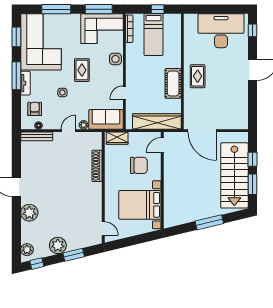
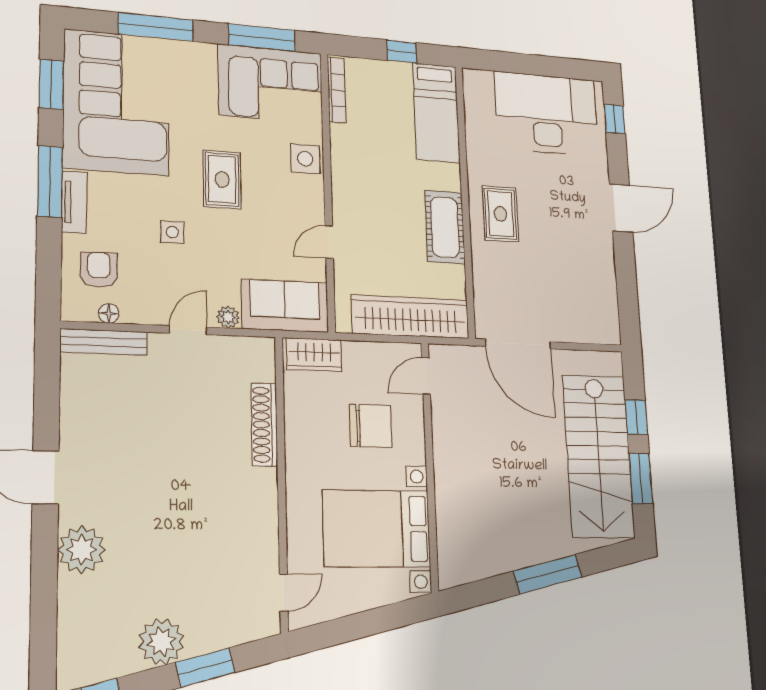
bed: (153, 35) -> (436, 113), moved
door: (103, 228) -> (284, 593), hinge flipped
plant: (27, 250) -> (74, 656), removed

